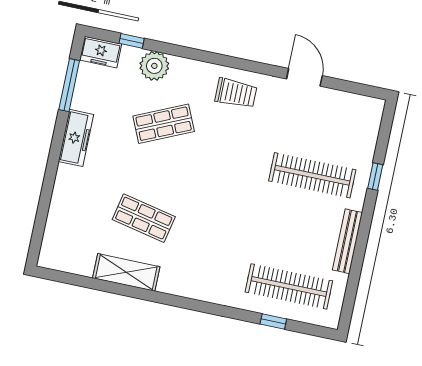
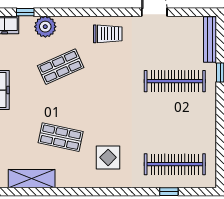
bench: (347, 241) -> (210, 40), moved
display table: (201, 259) -> (108, 157), added
shelving: (126, 272) -> (32, 179), moved

